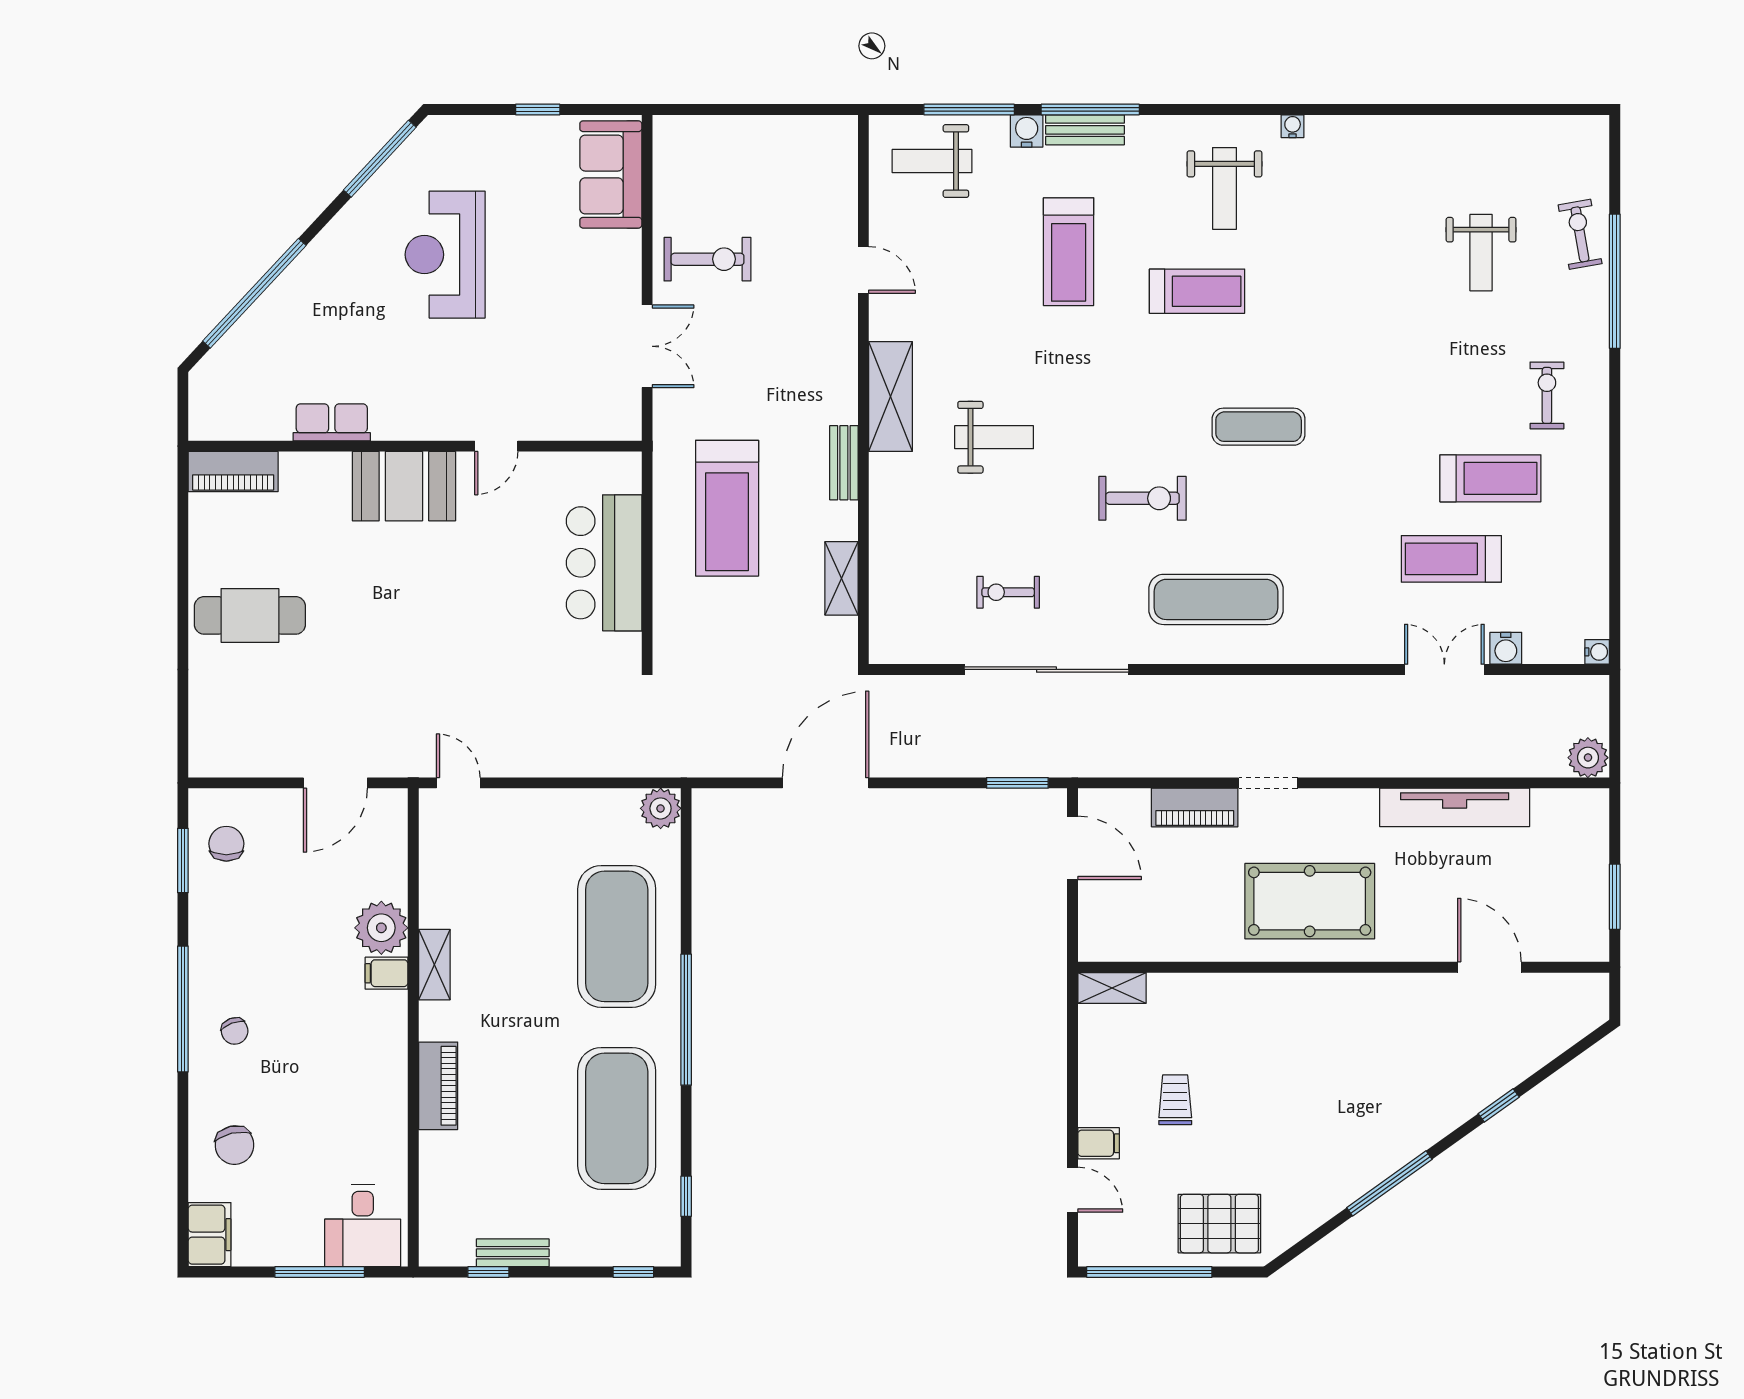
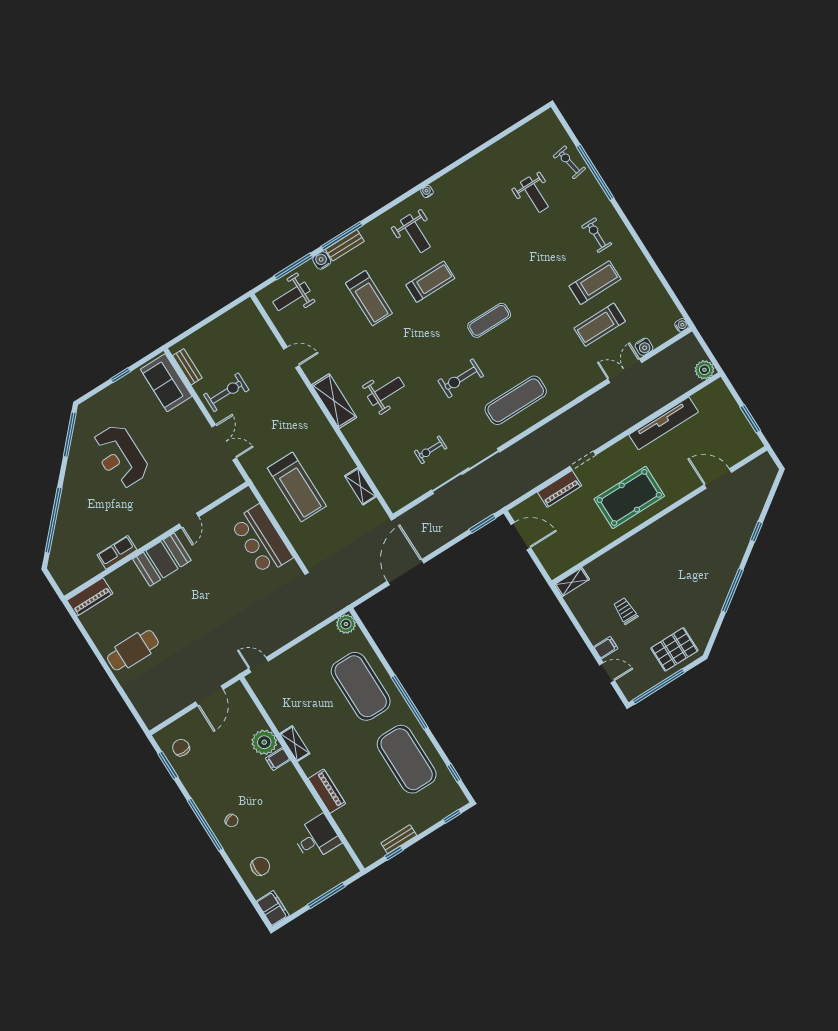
bench: (844, 463) -> (187, 367), moved
exercise bike: (1142, 498) -> (461, 378), turned 180
chair: (235, 1145) -> (260, 866), turned -77
desk: (363, 1226) -> (317, 838), moved, turned -90

